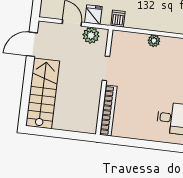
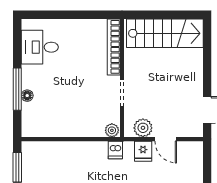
plant: (154, 41) -> (112, 130), moved
stairs: (43, 93) -> (165, 33), moved, turned -90

